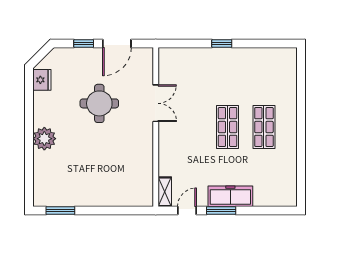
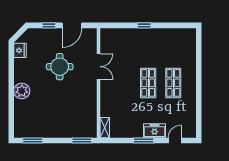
freezer: (230, 196) -> (155, 131), width x0.71
window: (132, 210) -> (82, 140), added
door: (187, 210) -> (175, 140), moved

